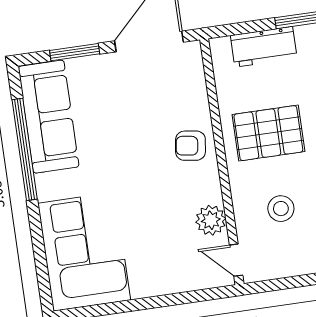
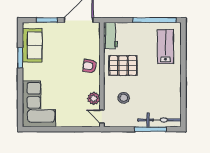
workbench: (264, 47) -> (110, 36), moved, turned -90
sofa: (49, 117) -> (32, 45), width x0.73
window: (25, 149) -> (20, 58), width x0.47

